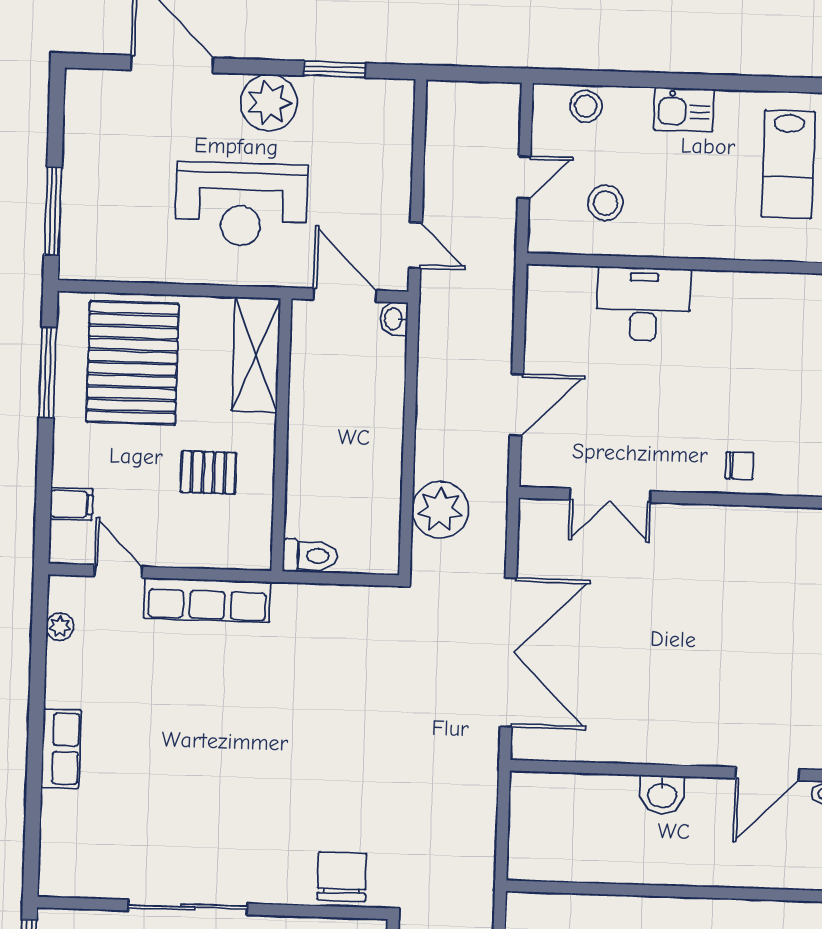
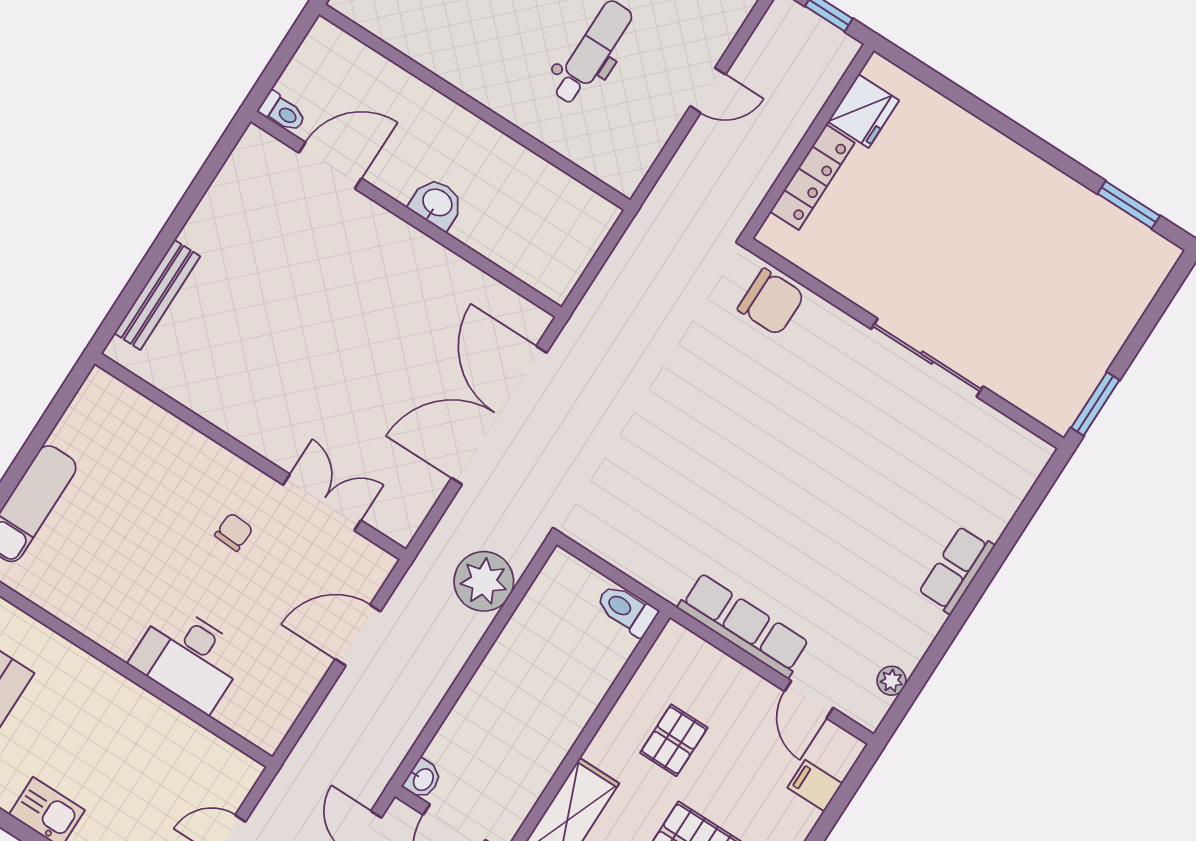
stool: (605, 203) -> (168, 770), removed
chair: (740, 466) -> (234, 532), moved, turned 93
pallet: (208, 472) -> (674, 740), turned 90
chair: (342, 877) -> (771, 302), turned -90

